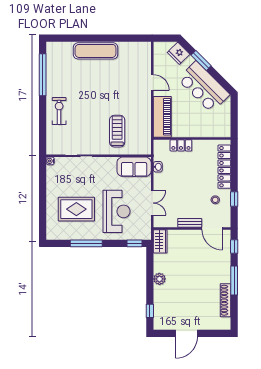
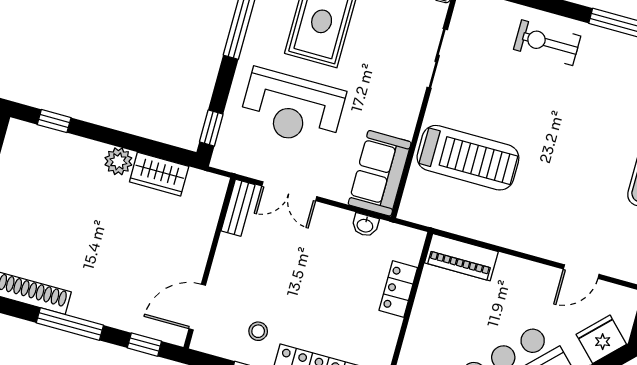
door: (152, 83) -> (581, 272), moved
exercise bike: (59, 111) -> (547, 43), turned 180
piano: (162, 117) -> (461, 257), width x0.73, depth x0.75
treadmill: (117, 131) -> (468, 158), width x1.37, depth x1.38
bench: (190, 223) -> (238, 208), moved
wardrobe: (160, 241) -> (159, 174), moved

